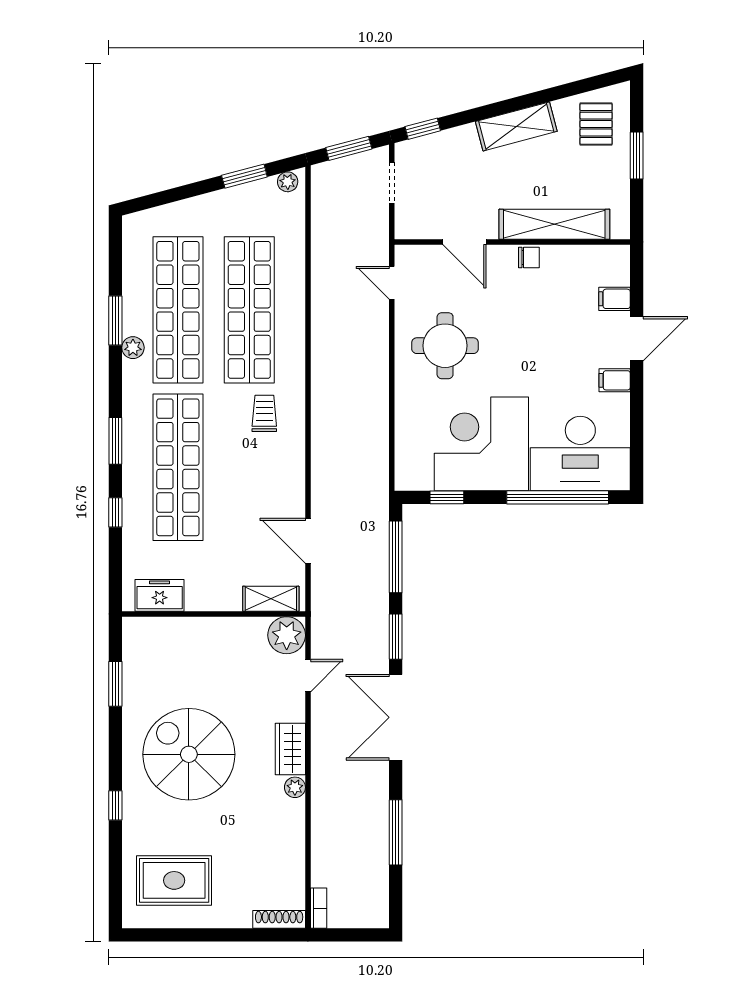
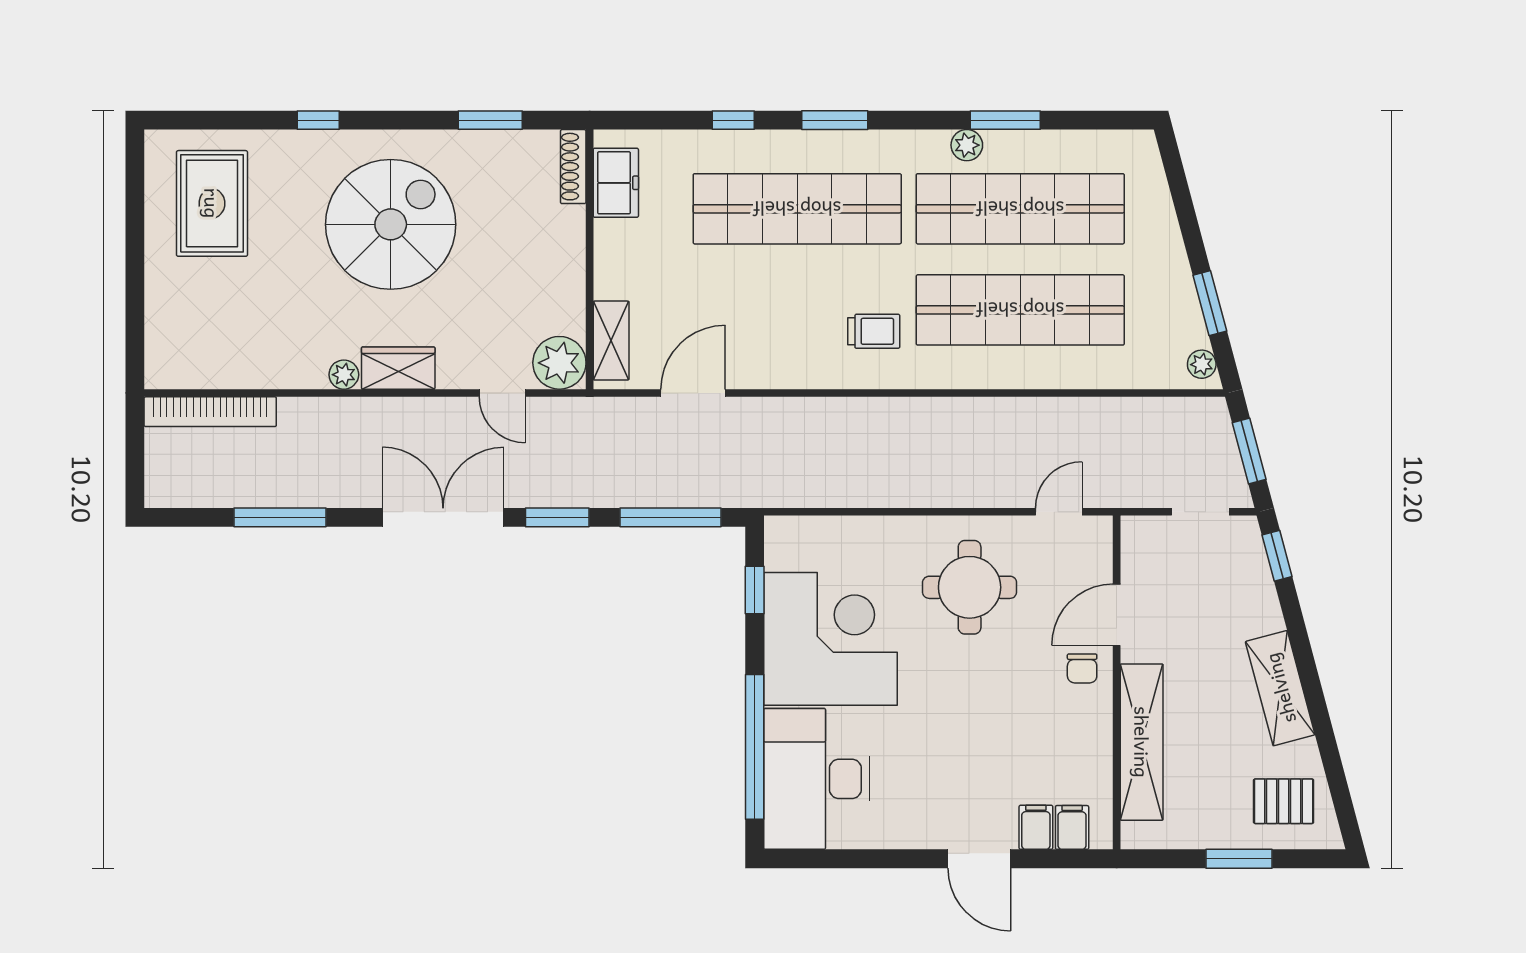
chair: (529, 257) -> (1082, 668), moved
filing cabinet: (615, 380) -> (1072, 827), moved
bookcase: (319, 908) -> (210, 412), width x2.31, depth x1.31
shoe rack: (279, 919) -> (573, 167), moved, turned 180

